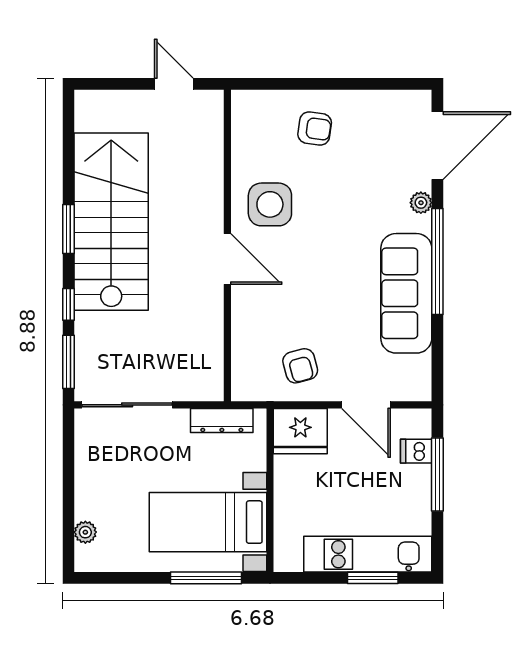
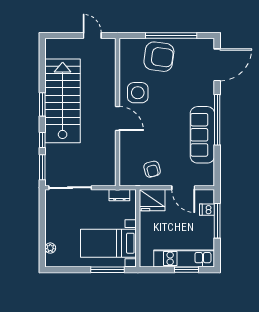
window: (340, 84) -> (171, 36), added
armchair: (315, 128) -> (159, 57), width x1.88, depth x1.88
plant: (421, 203) -> (209, 92), removed
dresser: (222, 420) -> (119, 195), width x0.70

